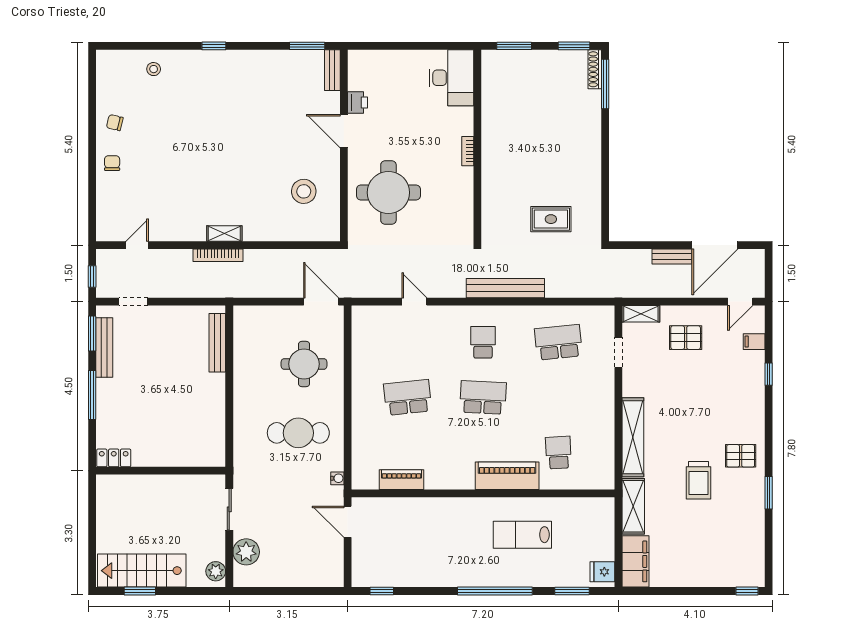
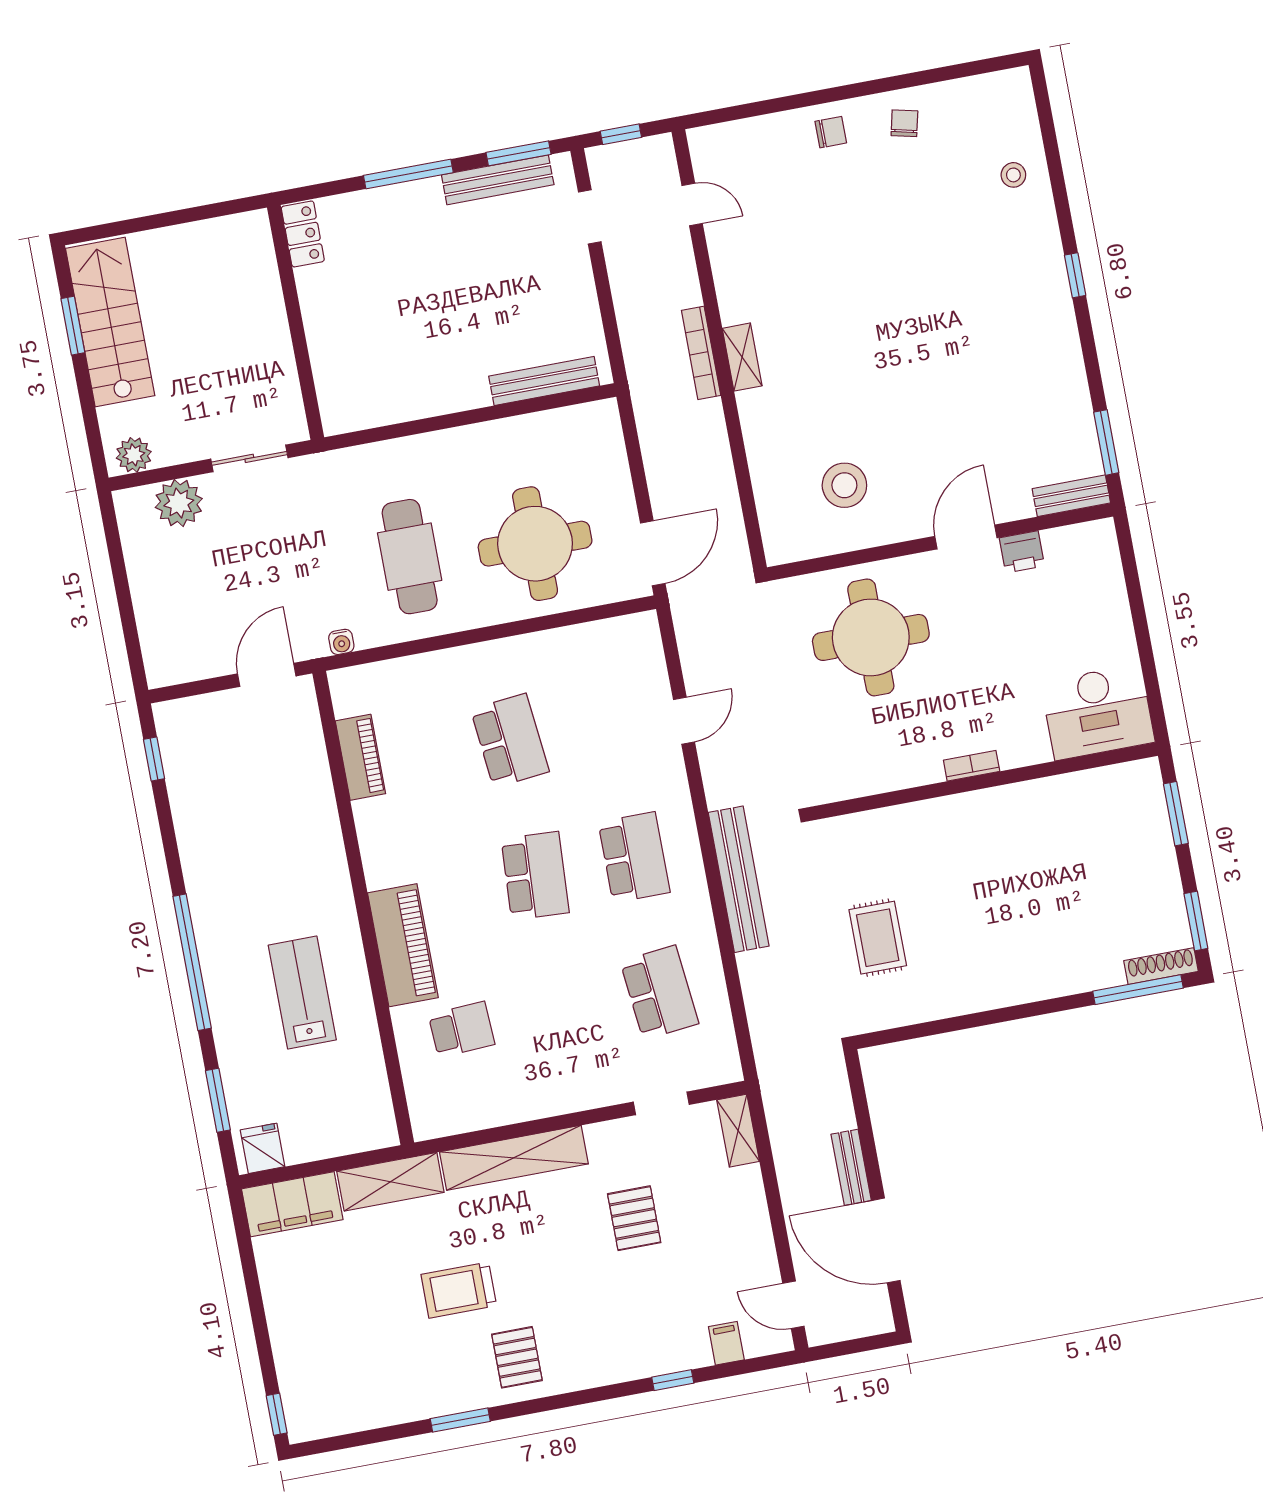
pallet: (686, 338) -> (634, 1218), moved
school desk: (483, 342) -> (634, 857), width x1.85
round table: (304, 364) -> (535, 544), width x1.36, depth x1.36

